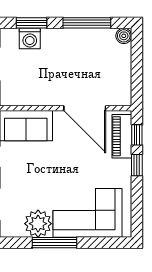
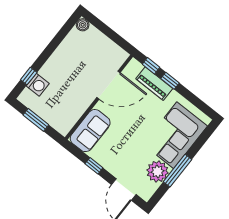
window: (31, 23) -> (29, 76), width x0.67
window: (87, 23) -> (56, 41), removed
piano: (122, 136) -> (154, 84), moved

